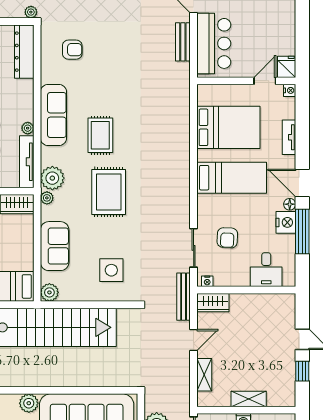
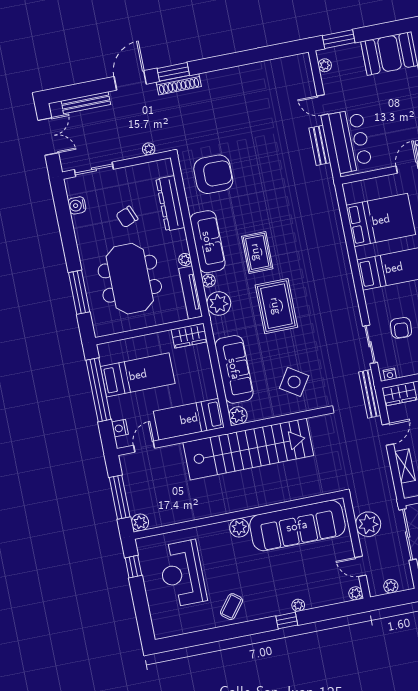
plant: (31, 12) -> (149, 149), moved
armchair: (72, 50) -> (213, 174), width x1.88, depth x1.88
dresser: (24, 52) -> (170, 203), moved
plant: (47, 198) -> (209, 281), moved
sofa: (55, 246) -> (234, 369), width x1.36
side table: (111, 270) -> (294, 382), turned 33

